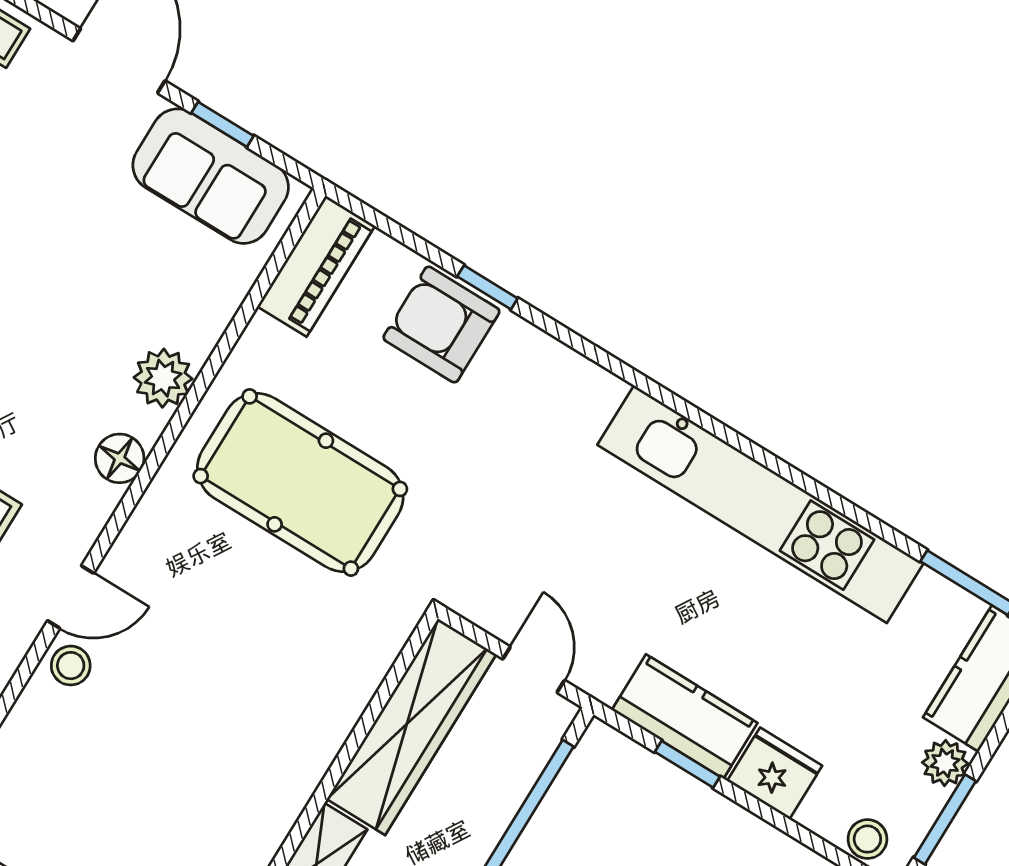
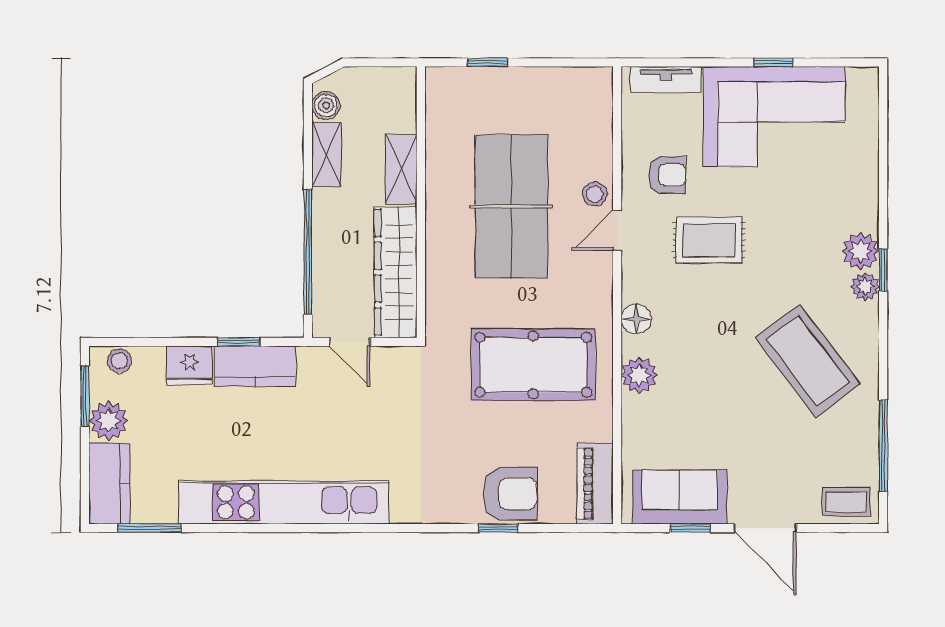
table tennis table: (196, 719) -> (512, 206), added
plant: (945, 763) -> (108, 421), width x1.38, depth x1.38

